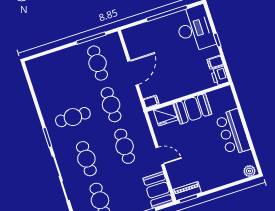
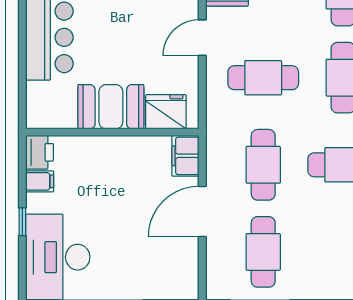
filing cabinet: (151, 102) -> (185, 156), width x2.00
cafe table: (125, 146) -> (263, 78), turned 90
door: (160, 156) -> (202, 38), hinge flipped

